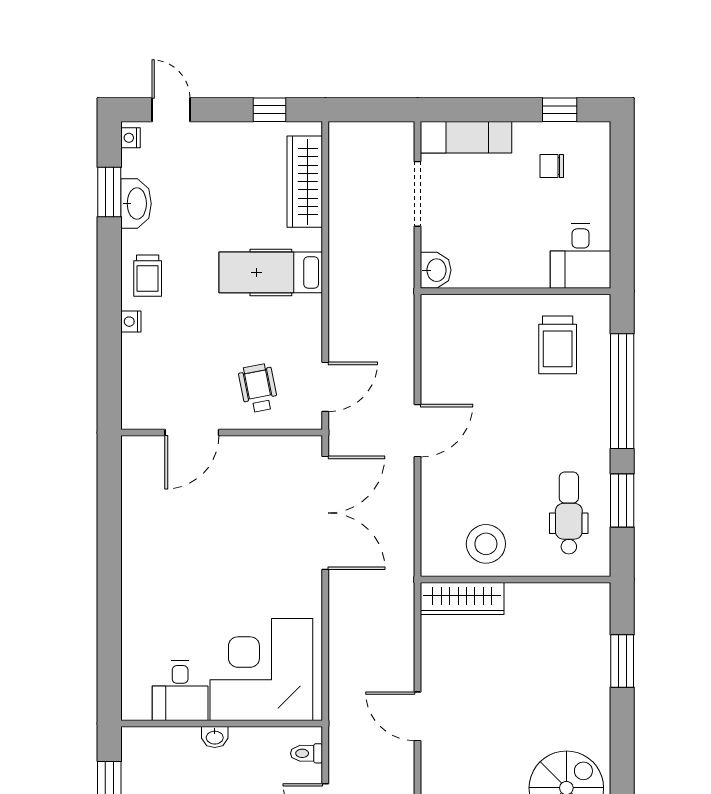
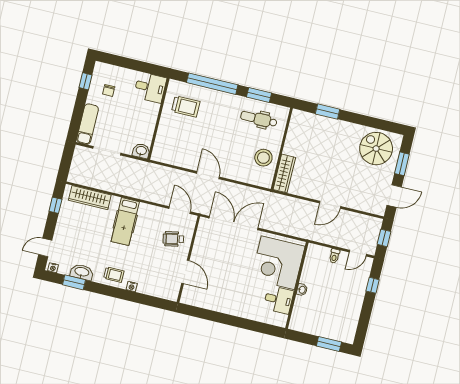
corner desk: (261, 669) -> (278, 263), moved
desk: (180, 691) -> (279, 300), moved
wall: (222, 724) -> (297, 285), moved
washbasin: (215, 737) -> (302, 290), moved

